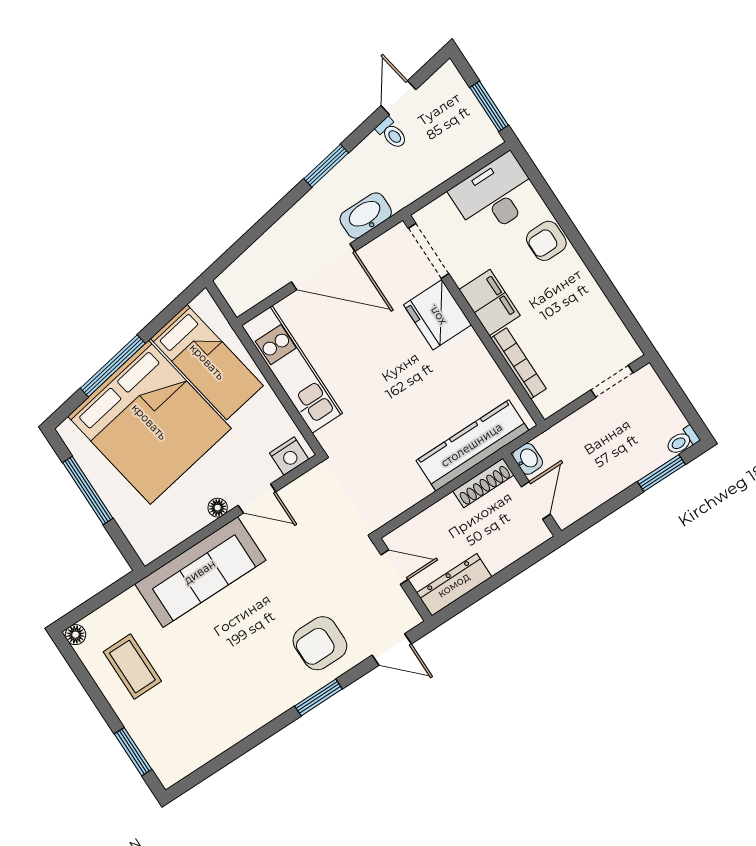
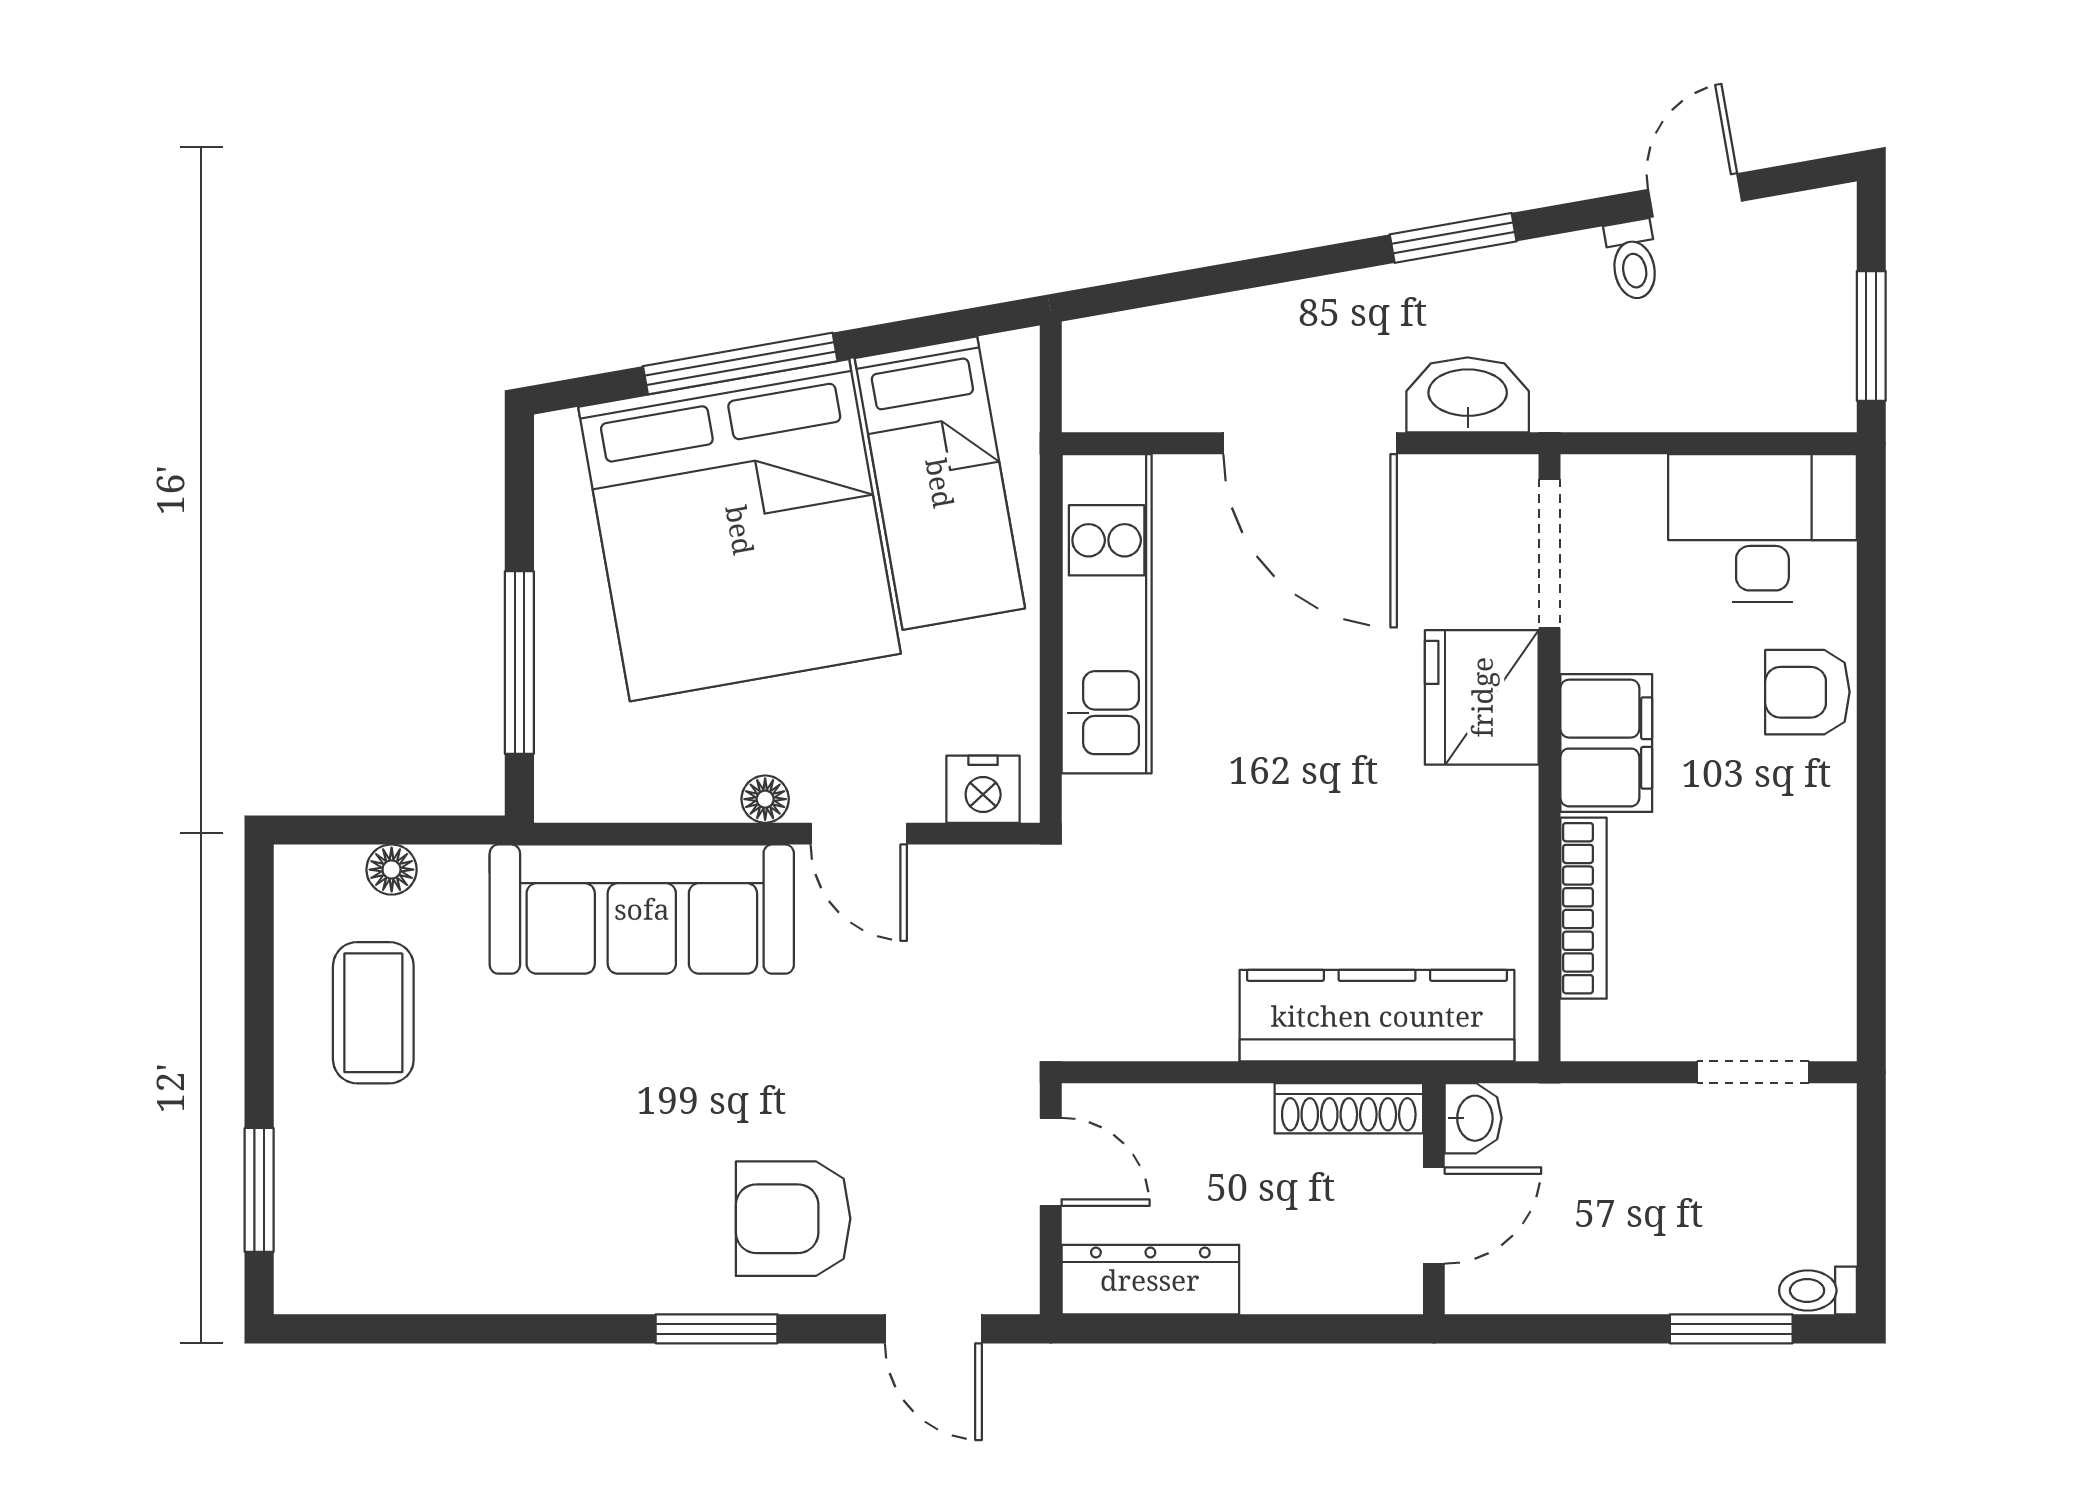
window: (88, 490) -> (519, 663), moved
floor lamp: (75, 635) -> (392, 870), moved

